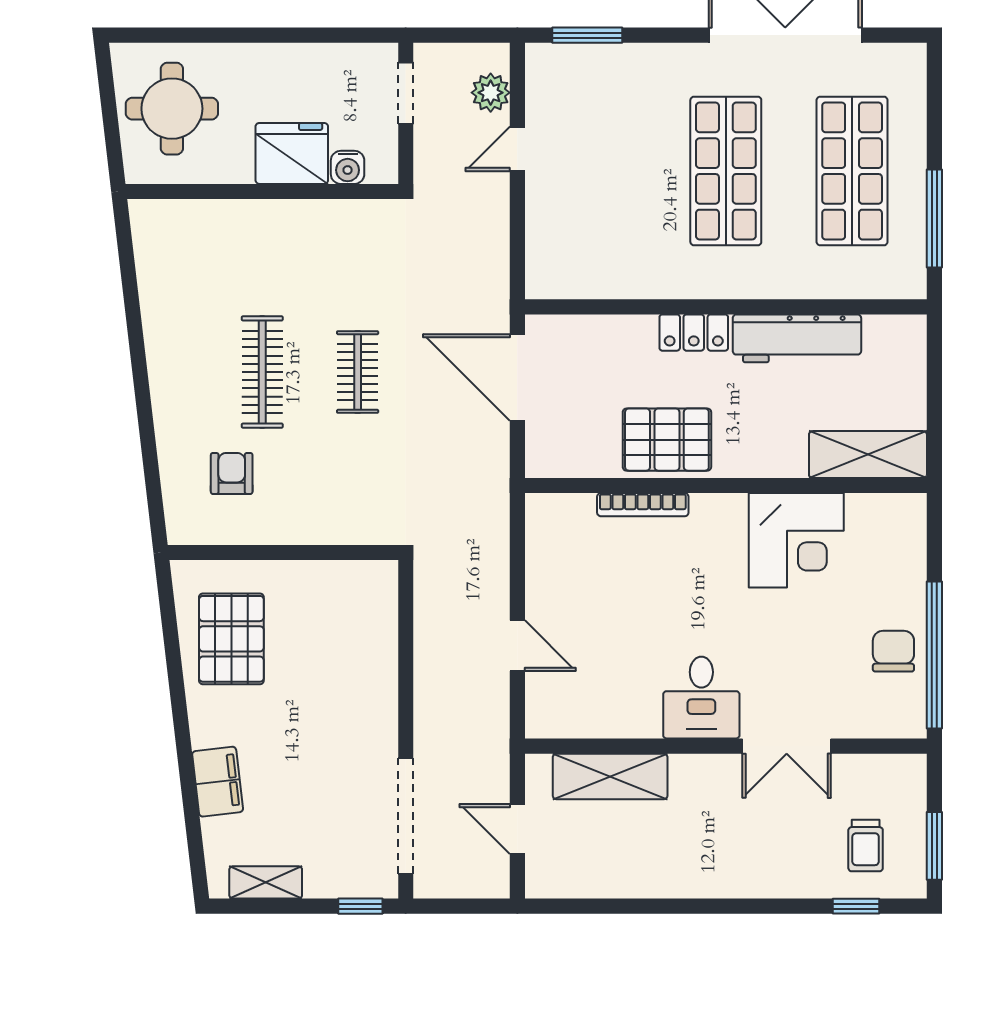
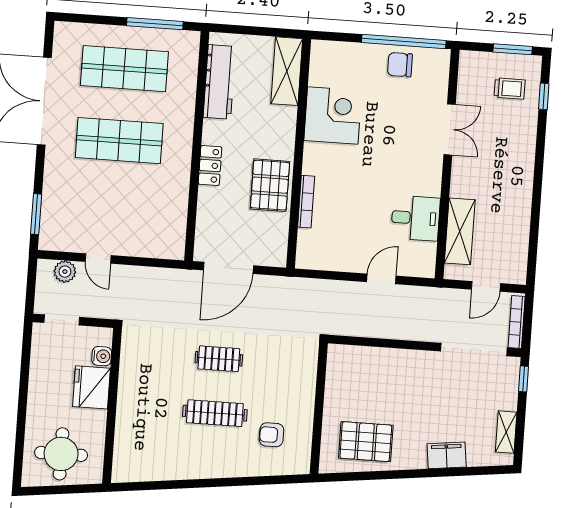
workbench: (797, 338) -> (219, 82), moved
desk: (701, 698) -> (416, 218), moved
bookcase: (459, 887) -> (517, 322), added

